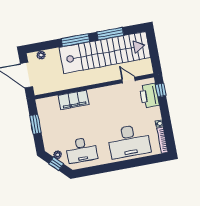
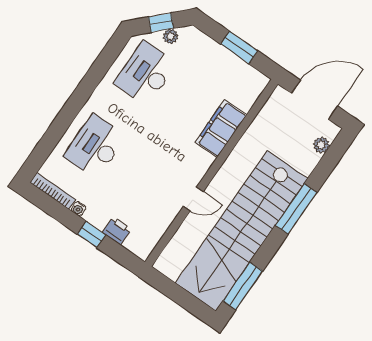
window: (110, 34) -> (243, 286), moved
door: (129, 80) -> (193, 199), moved
window: (161, 90) -> (91, 234), moved
printer: (149, 96) -> (117, 231), width x0.53, depth x0.68
desk: (129, 141) -> (95, 146), width x0.73, depth x0.77

